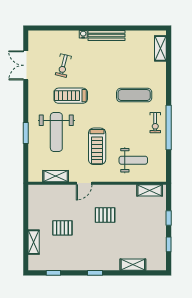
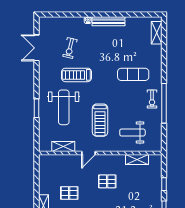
weight bench: (133, 160) -> (132, 132), turned 180
shelving: (150, 190) -> (137, 160), moved

